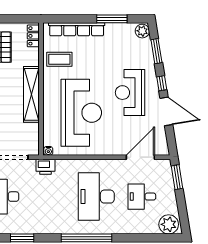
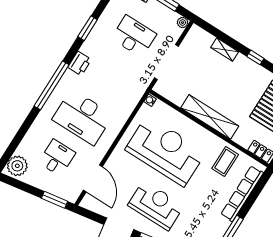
reception desk: (81, 113) -> (165, 151), turned 180
printer: (46, 167) -> (80, 63), moved, turned 180
desk: (96, 197) -> (83, 117), turned 180

